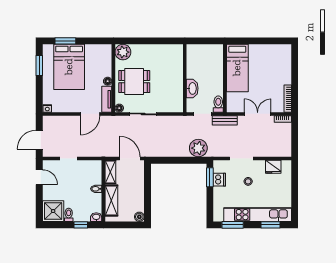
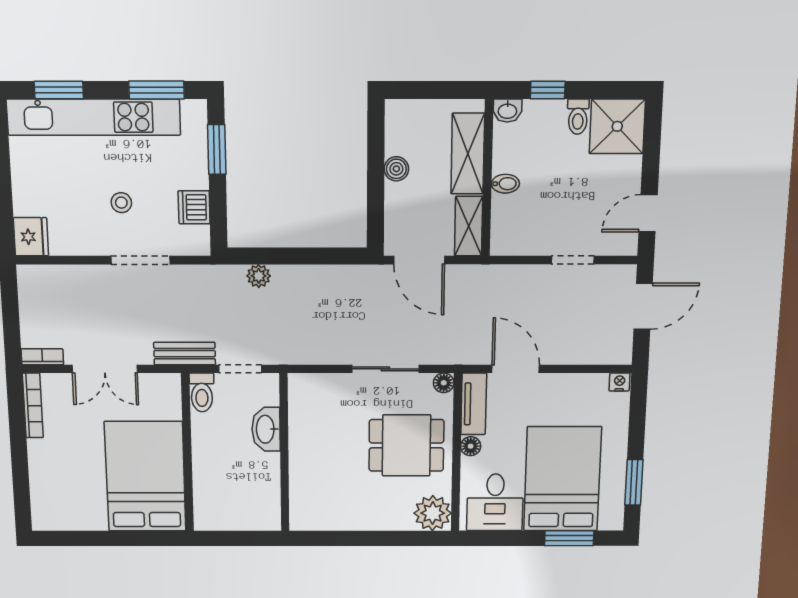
desk: (97, 57) -> (495, 502), added
bed: (237, 68) -> (145, 477), width x1.50
door: (90, 114) -> (516, 369), hinge flipped
plant: (198, 148) -> (259, 276), width x0.53, depth x0.53
fridge: (273, 167) -> (31, 237), moved, turned 90
door: (39, 177) -> (648, 213), hinge flipped
window: (210, 177) -> (217, 149), moved
boiler: (139, 217) -> (396, 169), moved

